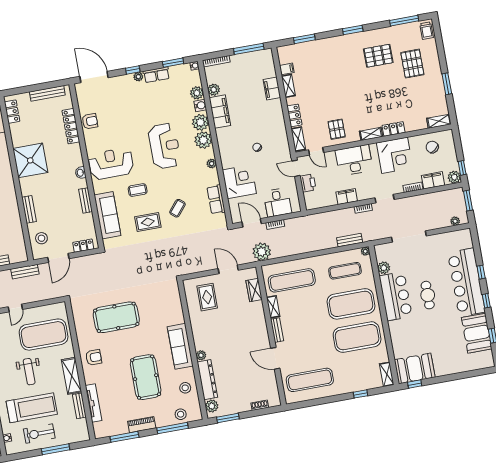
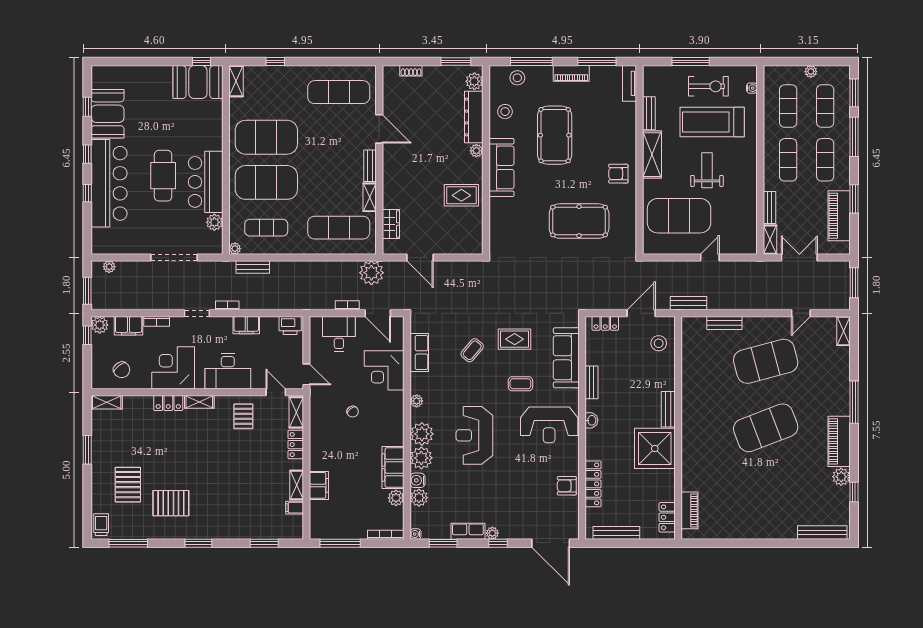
printer: (308, 183) -> (290, 325), moved, turned -90
bench: (29, 209) -> (668, 409), moved
cafe table: (428, 295) -> (163, 176), width x1.37, depth x1.35
rug: (207, 297) -> (461, 195), moved, turned 90
tv unit: (94, 403) -> (629, 83), moved, width x0.71

